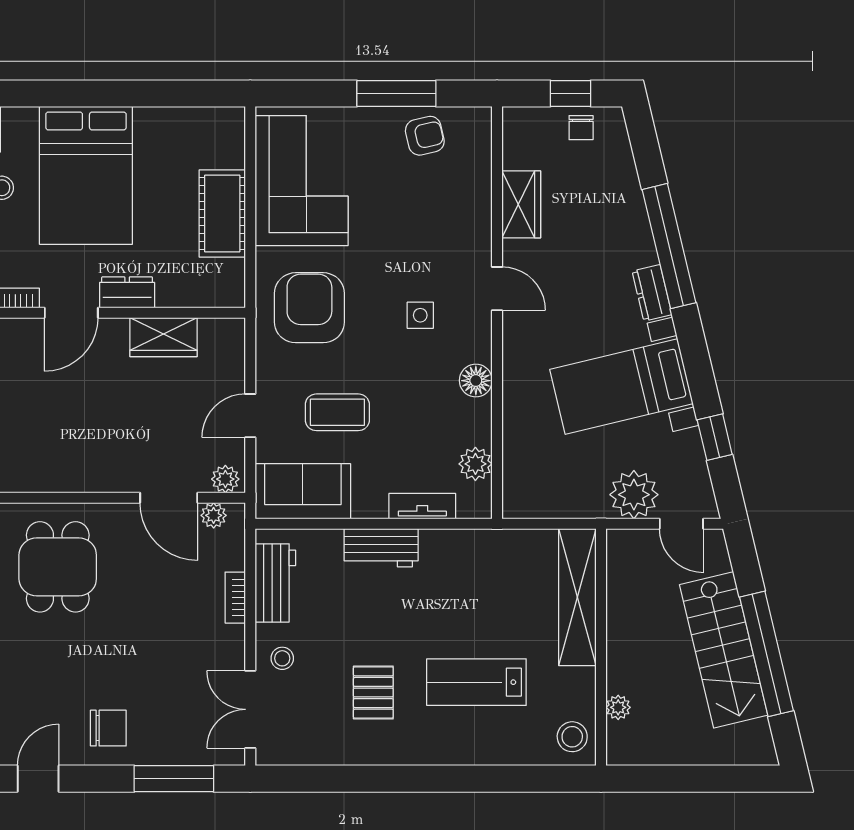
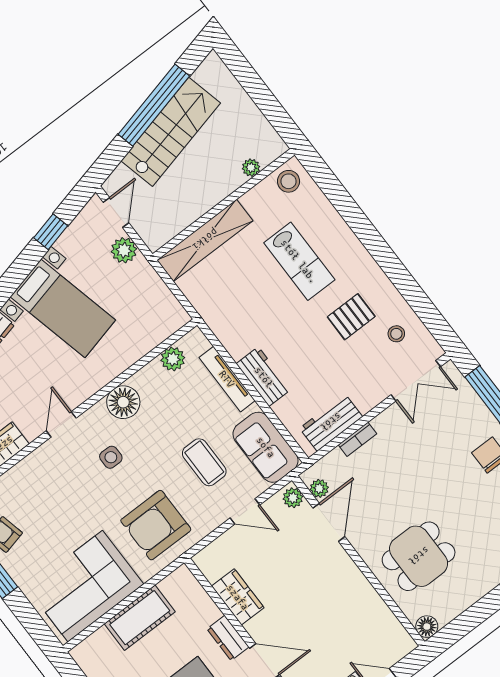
floor lamp: (476, 381) -> (123, 402), width x1.38, depth x1.38
plant: (634, 495) -> (124, 250), width x0.73, depth x0.73
tv unit: (422, 506) -> (227, 379), width x1.41
stool: (282, 658) -> (396, 334), moved

